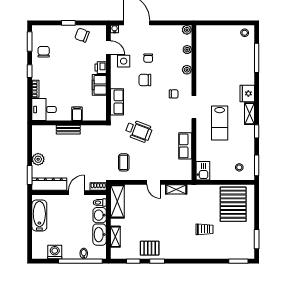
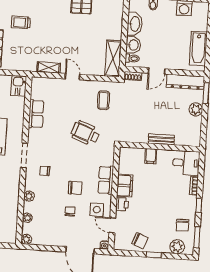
plant: (47, 32) -> (177, 247), added
row of seats: (117, 102) -> (106, 180), moved
shelving: (115, 237) -> (118, 21), removed

